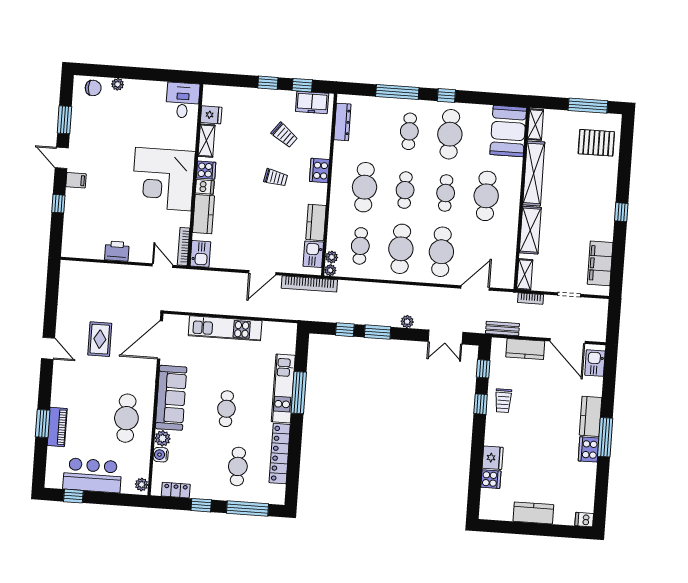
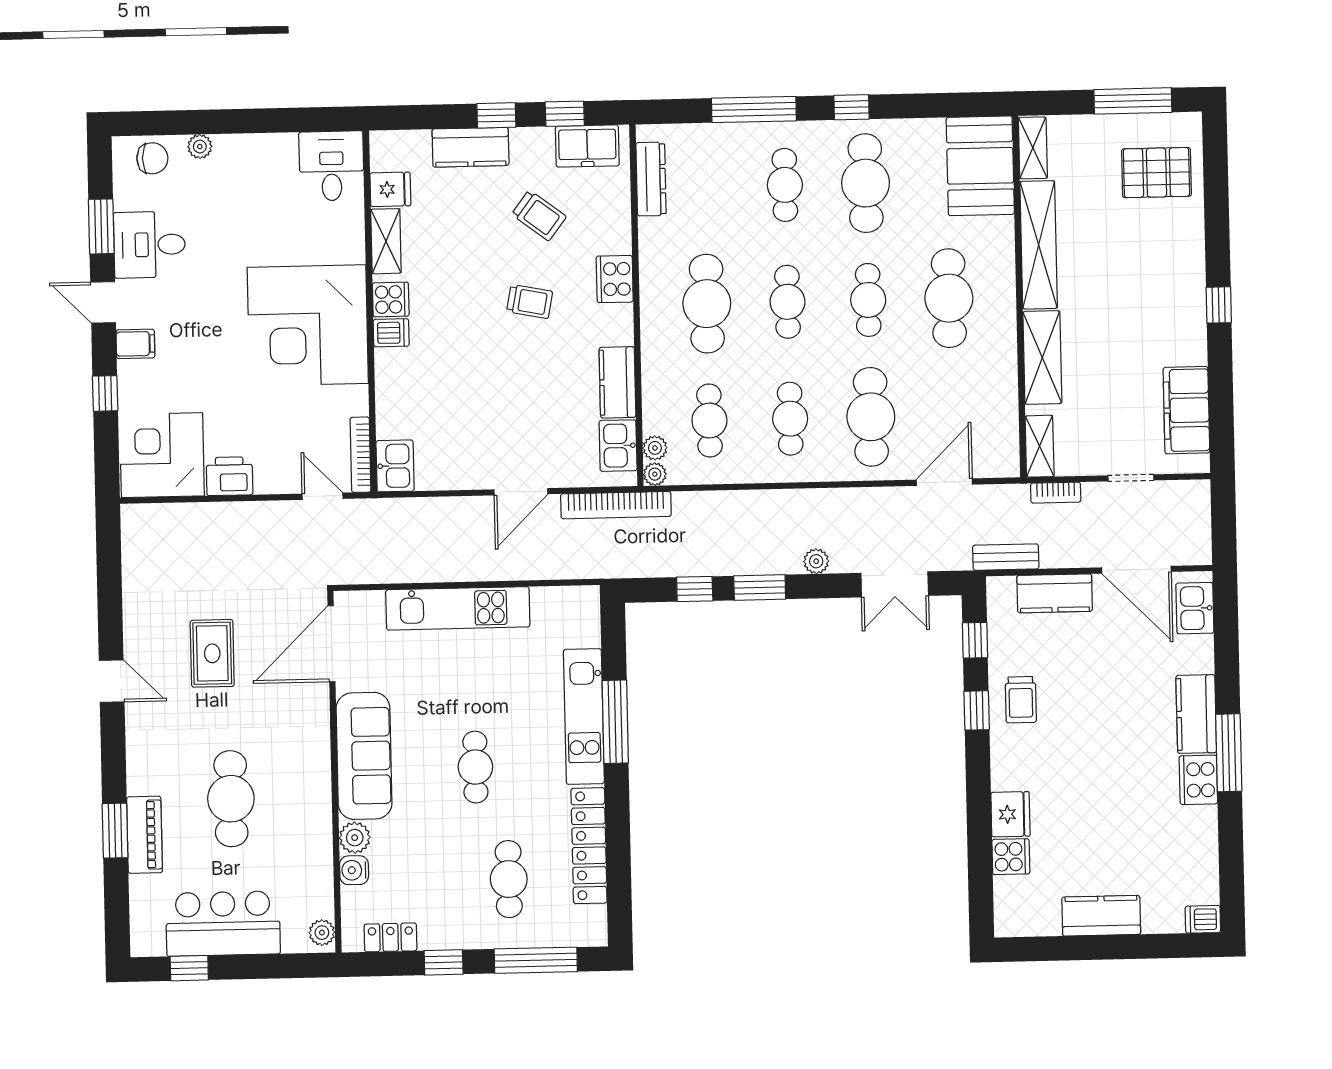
desk: (88, 131) -> (150, 245), added
kitchen counter: (203, 214) -> (471, 147), moved, turned 90
corner desk: (84, 237) -> (162, 455), added
cafe table: (401, 249) -> (790, 419), width x0.73, depth x0.74
cafe table: (126, 418) -> (231, 799), moved

